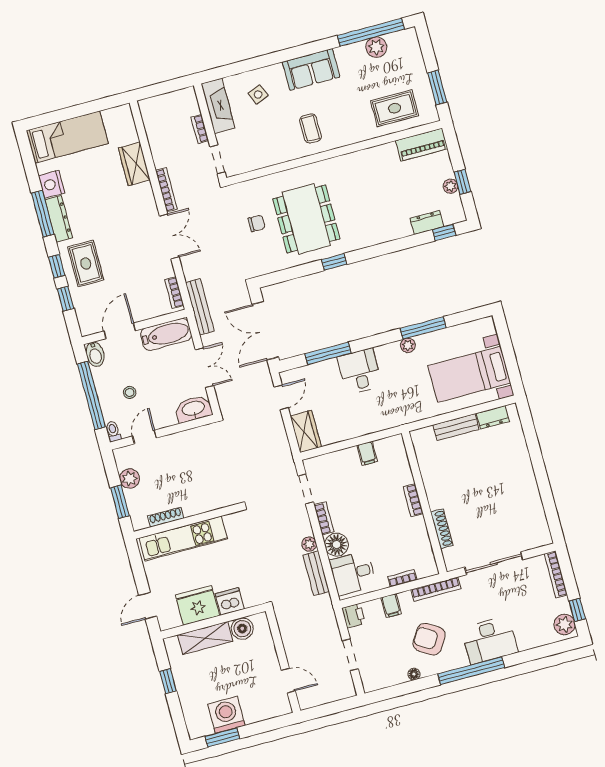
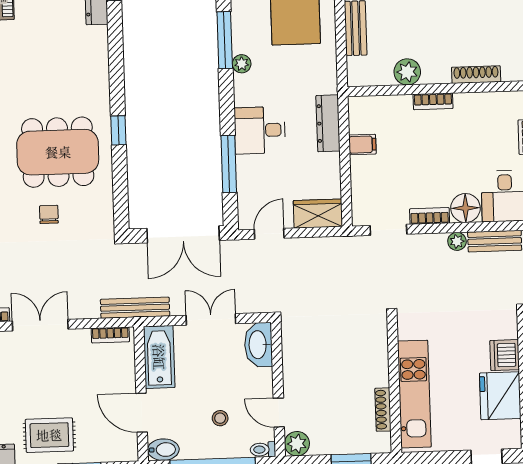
door: (281, 397) -> (269, 234), hinge flipped
dresser: (377, 423) -> (328, 123), added
plant: (431, 475) -> (407, 72), added
plant: (130, 479) -> (297, 444), moved

